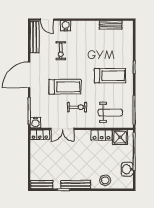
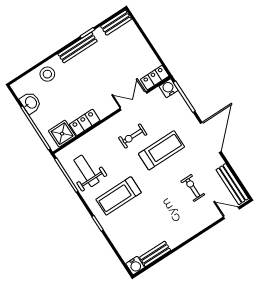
water cooler: (66, 26) -> (135, 265), moved
treadmill: (65, 87) -> (161, 150), turned 180
weight bench: (110, 112) -> (87, 171), moved, turned 90

